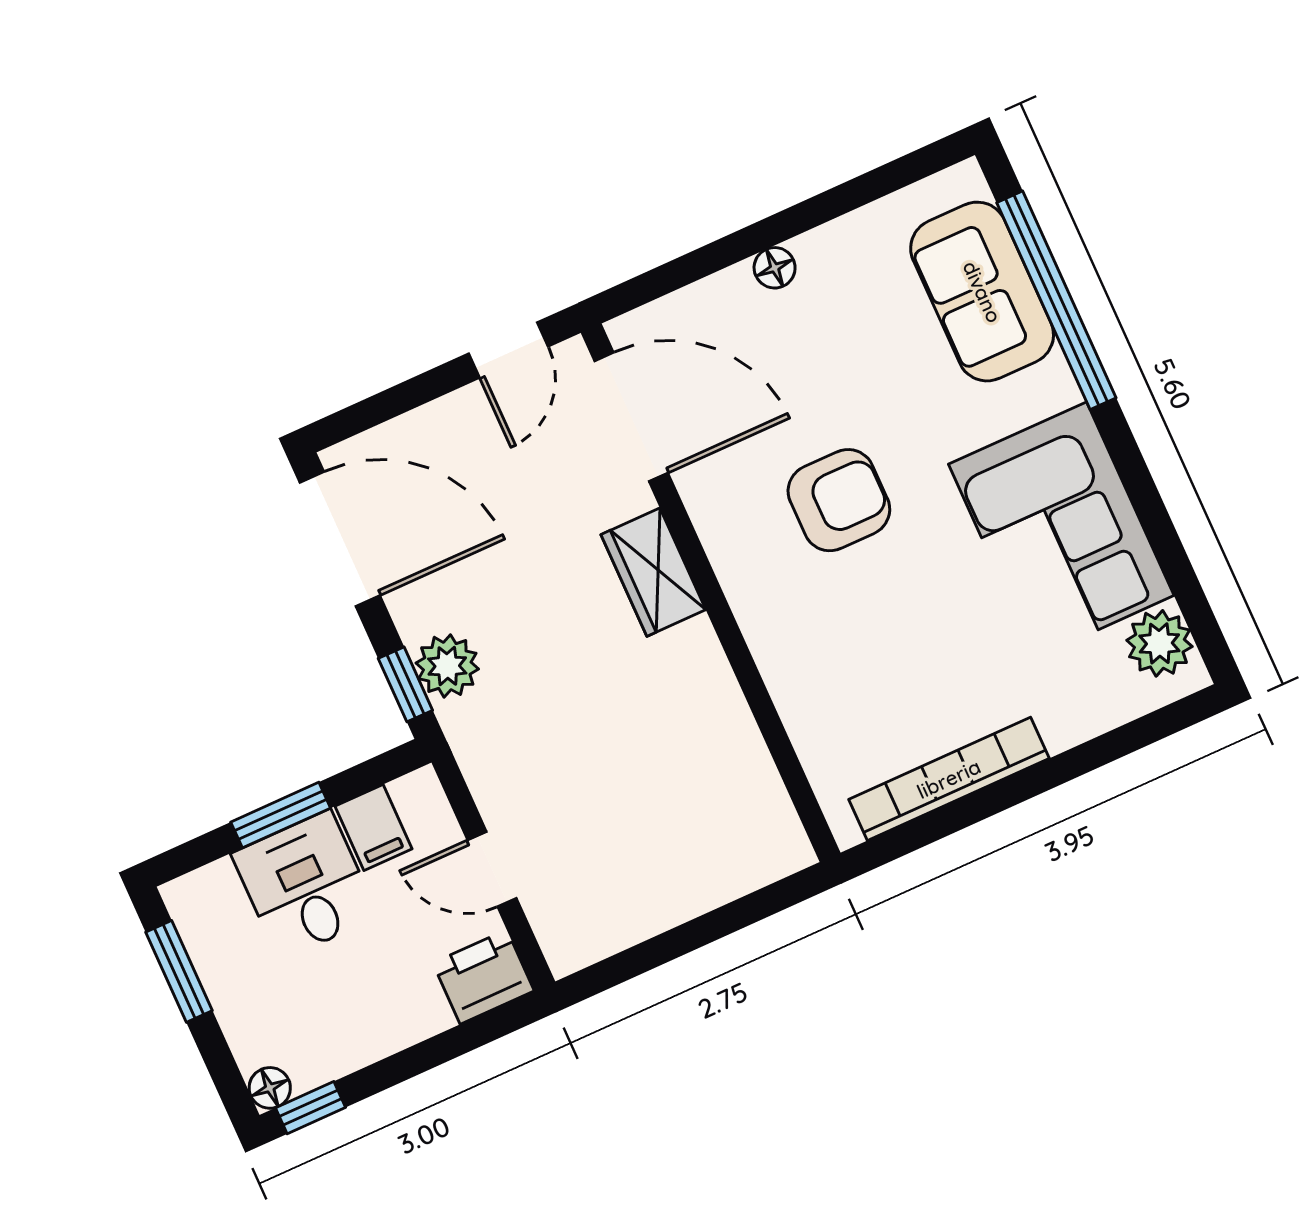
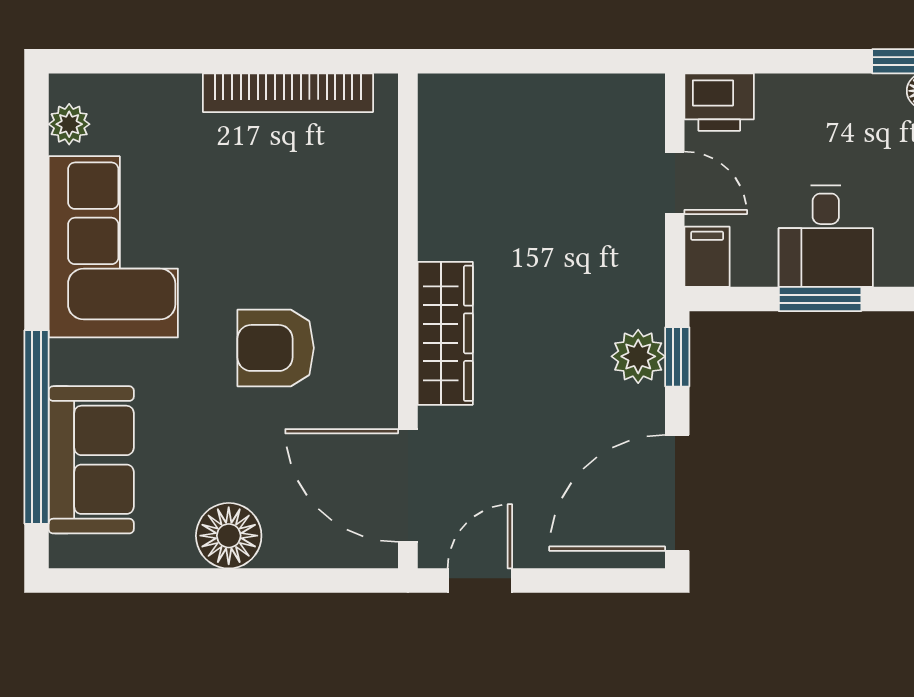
floor lamp: (775, 268) -> (229, 536), width x1.89, depth x1.89
door: (340, 539) -> (677, 493), hinge flipped
wardrobe: (653, 572) -> (445, 333), width x1.50
plant: (1159, 643) -> (69, 124), width x0.73, depth x0.73
filing cabinet: (374, 828) -> (707, 257), moved

